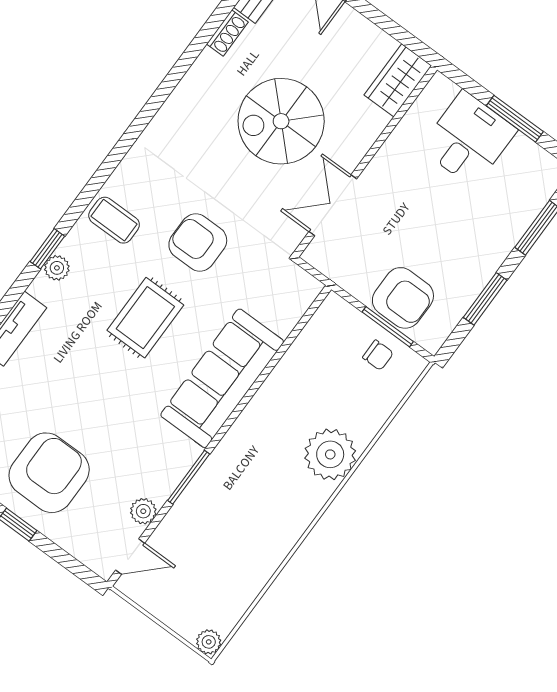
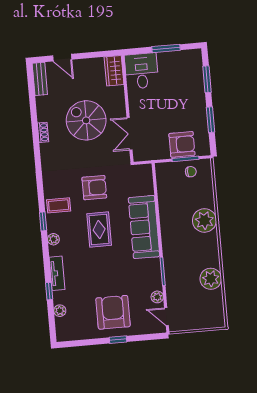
shoe rack: (227, 33) -> (43, 132), moved
spiral stairs: (281, 121) -> (86, 120), turned 90
desk: (468, 139) -> (142, 71), moved
armchair: (198, 243) -> (94, 188), turned 180
window: (47, 249) -> (43, 221), moved
door: (130, 557) -> (166, 317), swing flipped
plant: (209, 642) -> (211, 279), moved, width x1.88, depth x1.88

